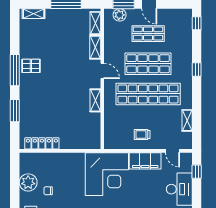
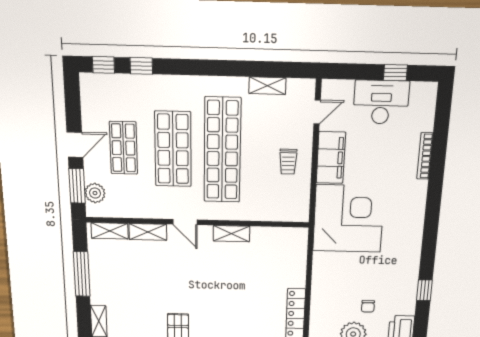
window: (197, 70) -> (141, 66), moved
door: (102, 71) -> (185, 222), swing flipped
window: (197, 172) -> (395, 73), moved

